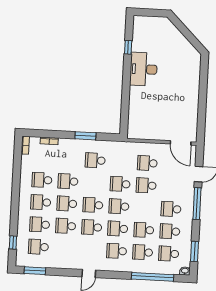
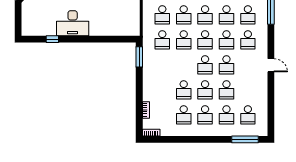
window: (85, 136) -> (139, 57), moved
school desk: (95, 160) -> (162, 40), moved
school desk: (145, 208) -> (205, 15), added
window: (13, 242) -> (245, 139), width x2.17
window: (35, 271) -> (271, 117), removed

